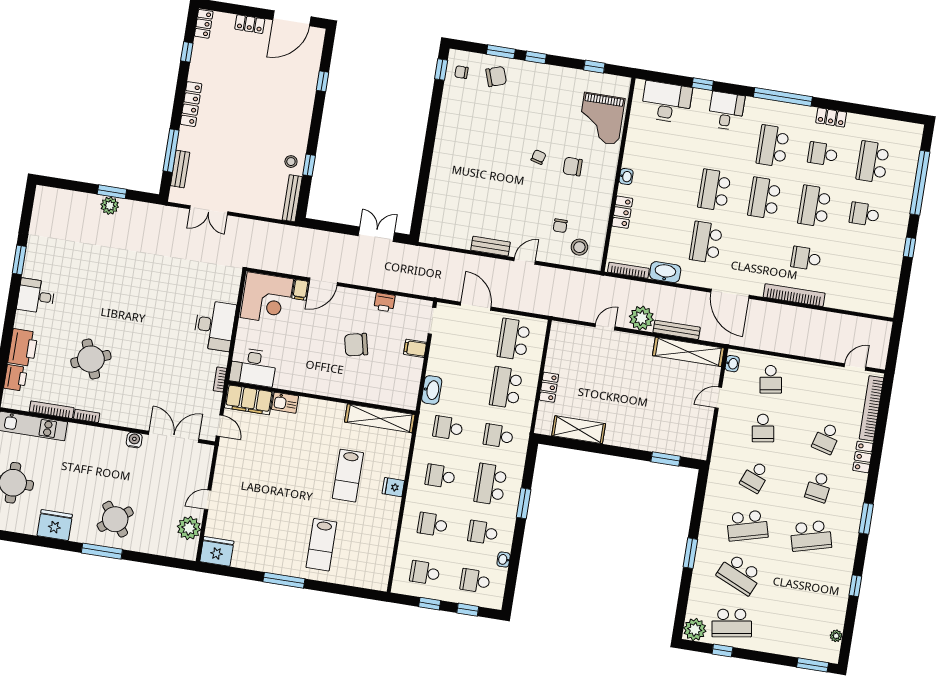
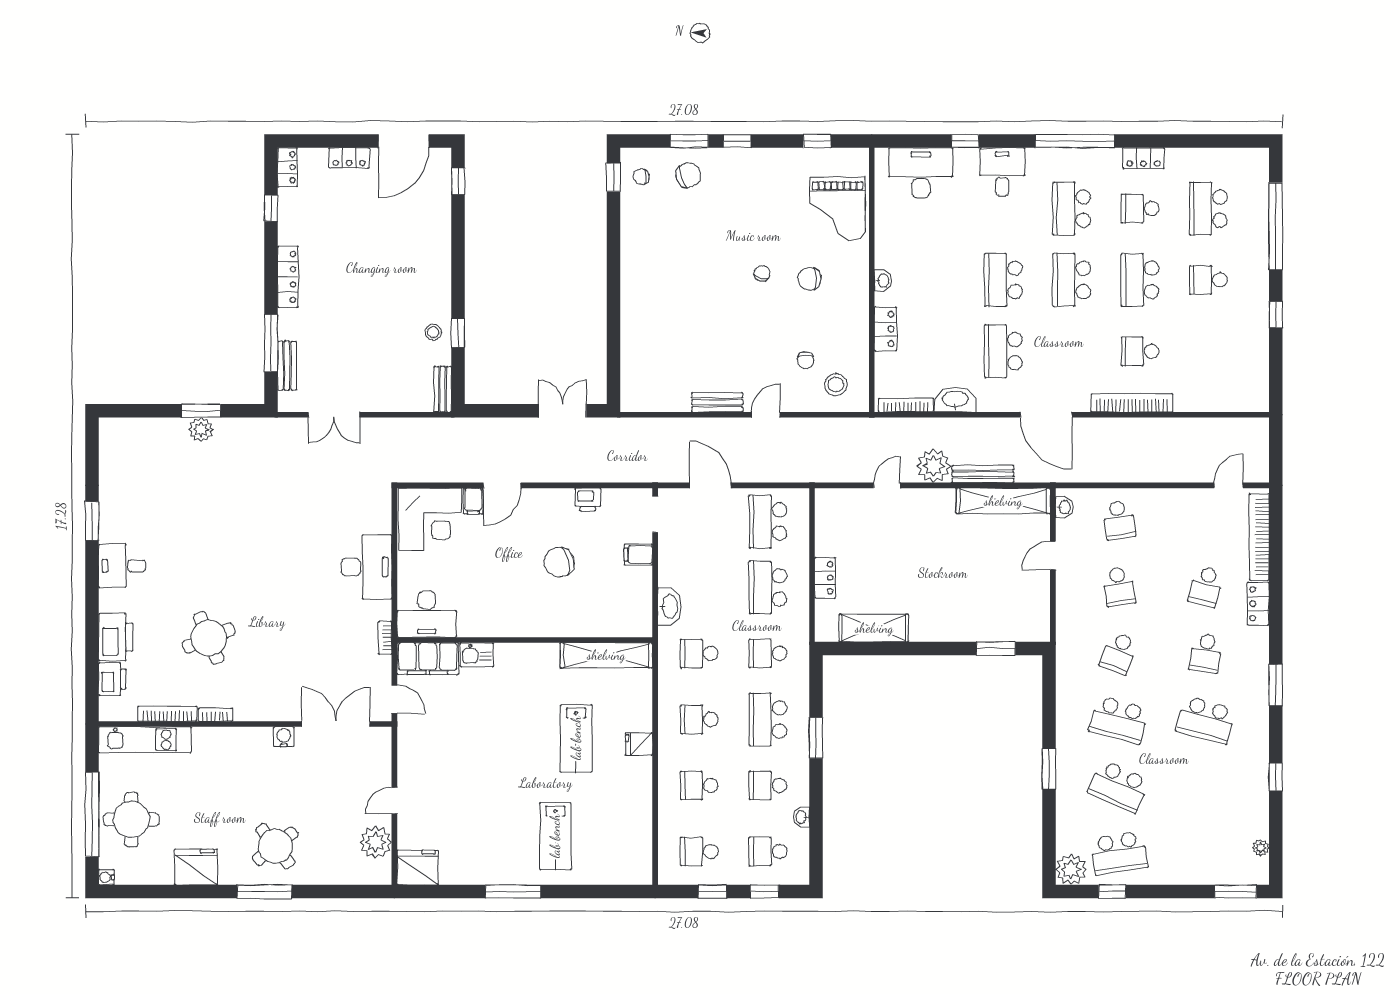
window: (322, 81) -> (458, 181), moved
bench: (292, 198) -> (443, 389), width x0.73
school desk: (747, 526) -> (1119, 720), turned 30
school desk: (811, 536) -> (1206, 720), turned 30

